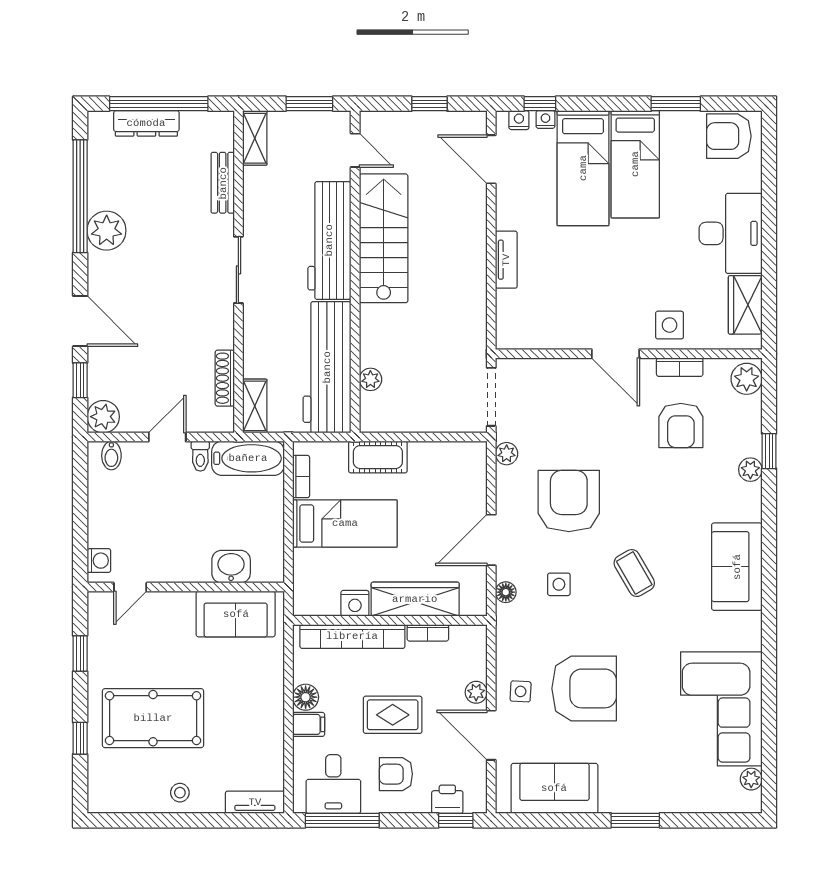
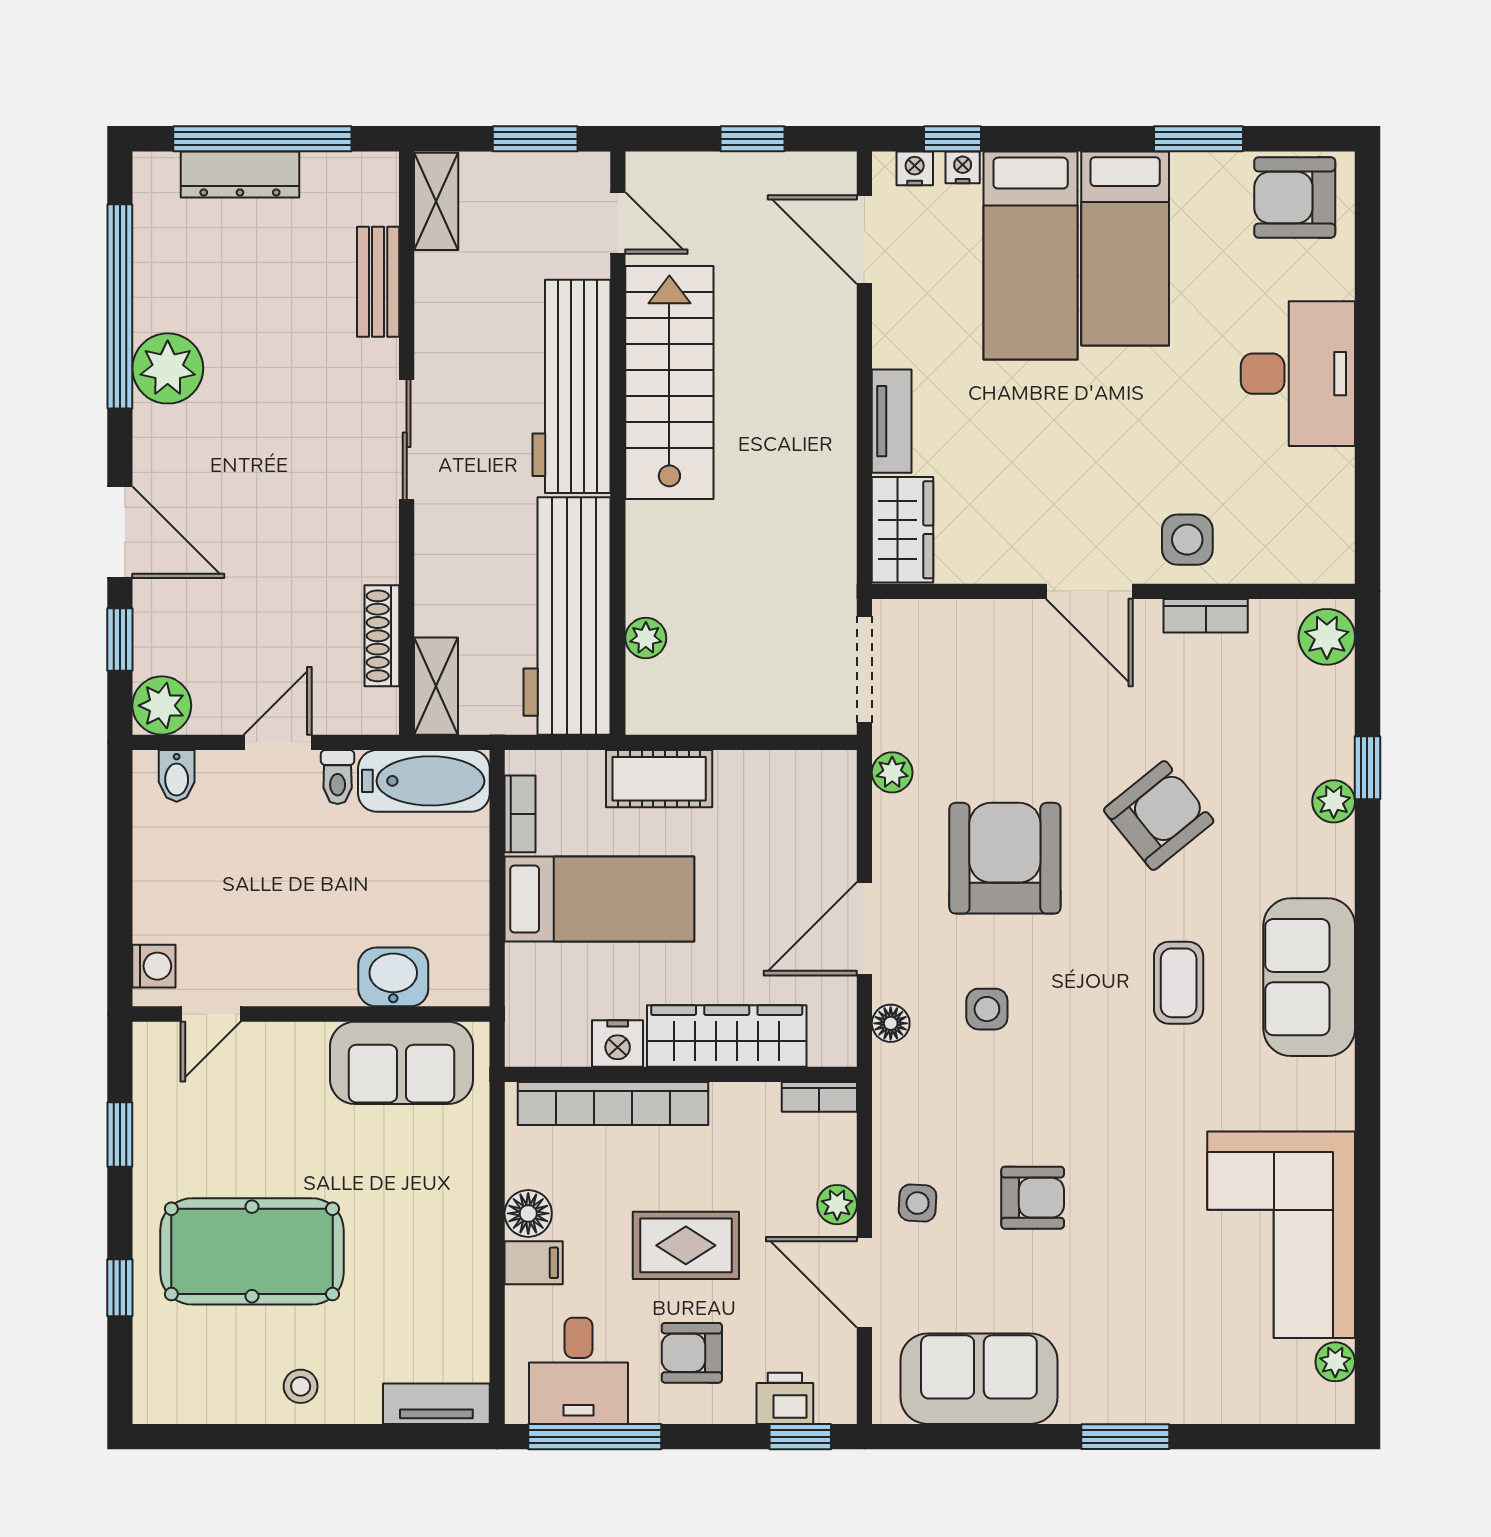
wardrobe: (745, 305) -> (903, 530), moved, turned 180
armchair: (681, 426) -> (1159, 816), moved, turned -129
coffee table: (634, 573) -> (1179, 983), moved, turned 30
bookcase: (428, 633) -> (819, 1097), moved
armchair: (584, 688) -> (1033, 1198), width x0.53, depth x0.53

